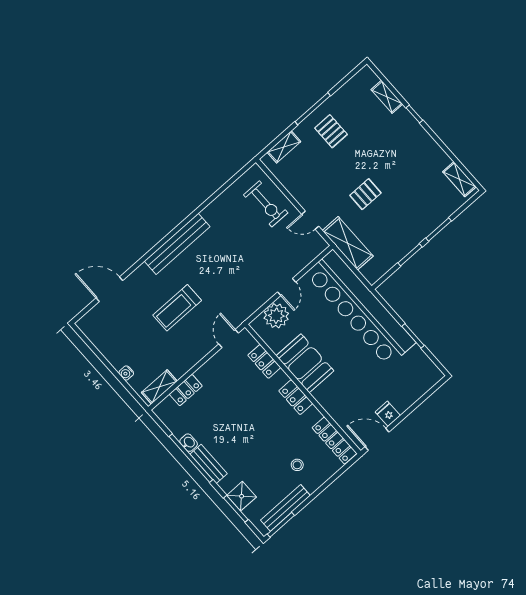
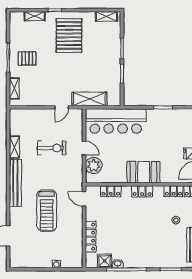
pallet: (365, 194) -> (69, 35), moved, width x2.05, depth x2.00
exercise bike: (266, 204) -> (52, 148), moved
treadmill: (177, 308) -> (47, 211), width x1.37, depth x1.38
bar counter: (361, 308) -> (116, 121), width x0.73
booth: (305, 363) -> (143, 172), moved
shelving: (159, 387) -> (15, 147), moved
locker: (186, 390) -> (91, 237), width x1.53
bench: (209, 464) -> (137, 263), removed
shower: (242, 496) -> (105, 261), moved

